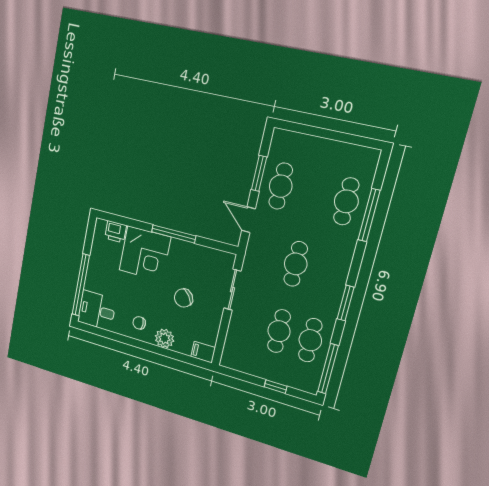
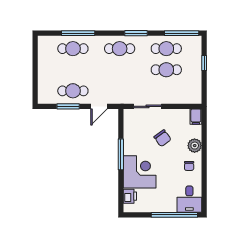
cafe table: (296, 264) -> (120, 49), moved

